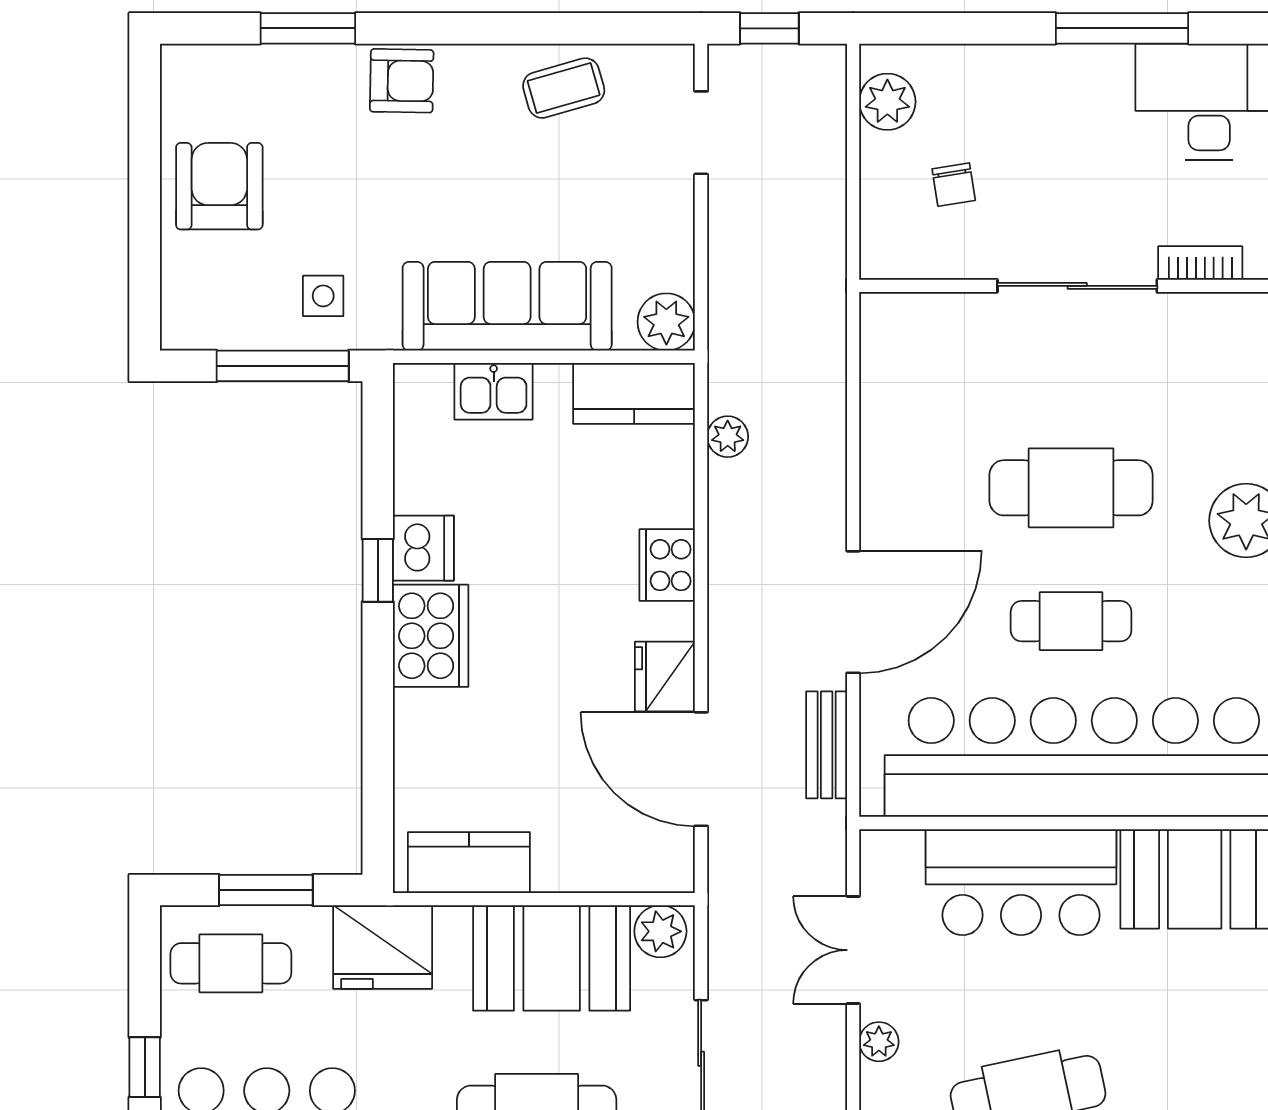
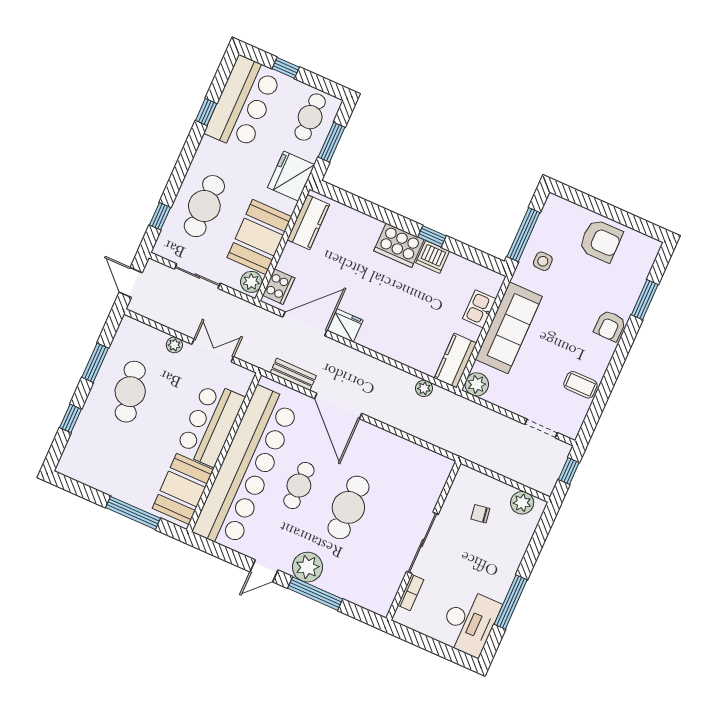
coffee table: (564, 88) -> (580, 385), turned -74
cooker: (667, 565) -> (279, 287), moved, turned 90

